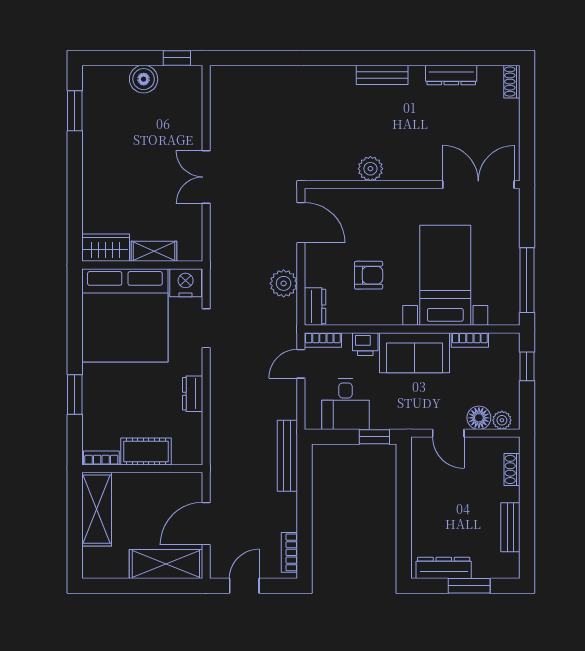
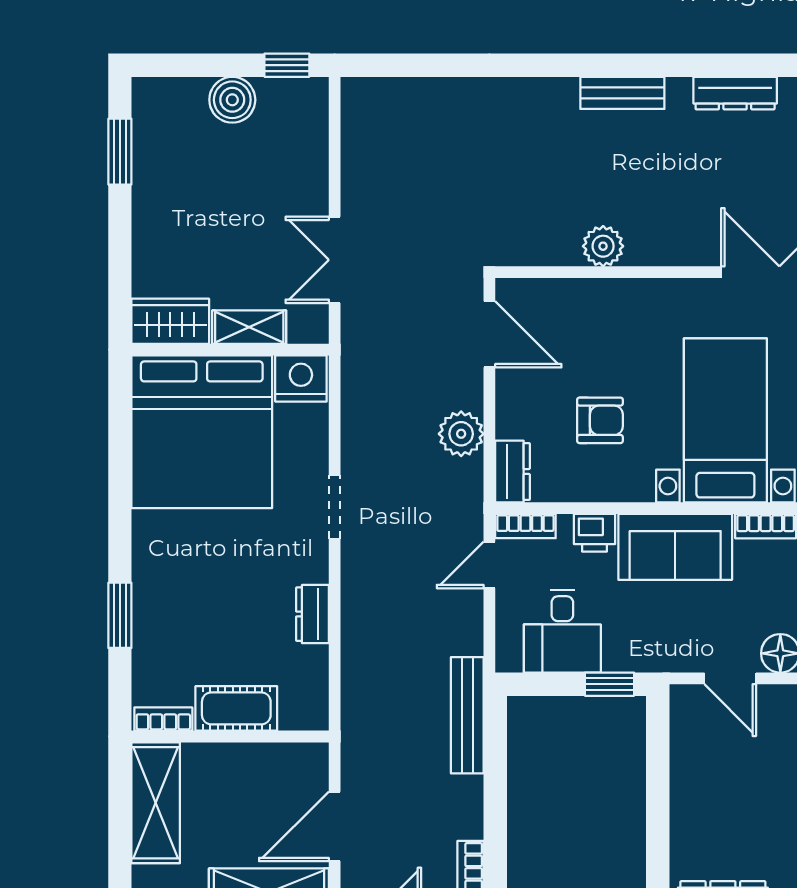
wardrobe: (106, 248) -> (170, 321), moved
shelving: (154, 251) -> (249, 327), moved
wall: (142, 265) -> (230, 350), moved
nightstand: (186, 283) -> (301, 378), moved
bed: (125, 315) -> (202, 432), moved

